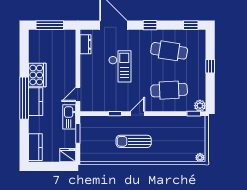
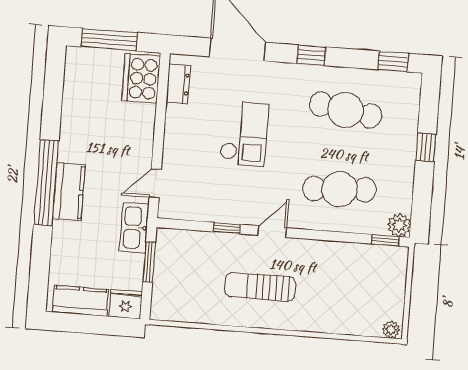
cooker: (37, 75) -> (141, 79), moved, turned 180
kitchen counter: (35, 147) -> (81, 301), moved, turned -90

